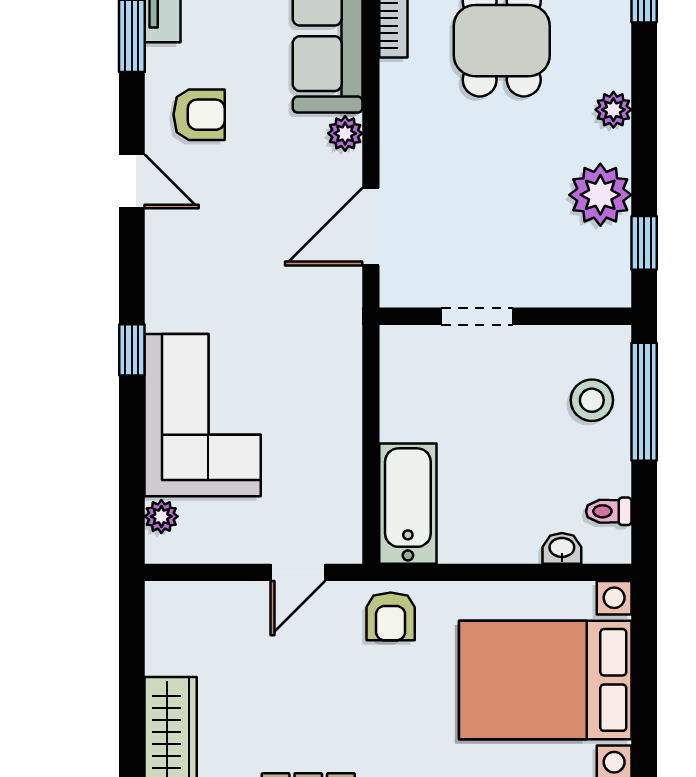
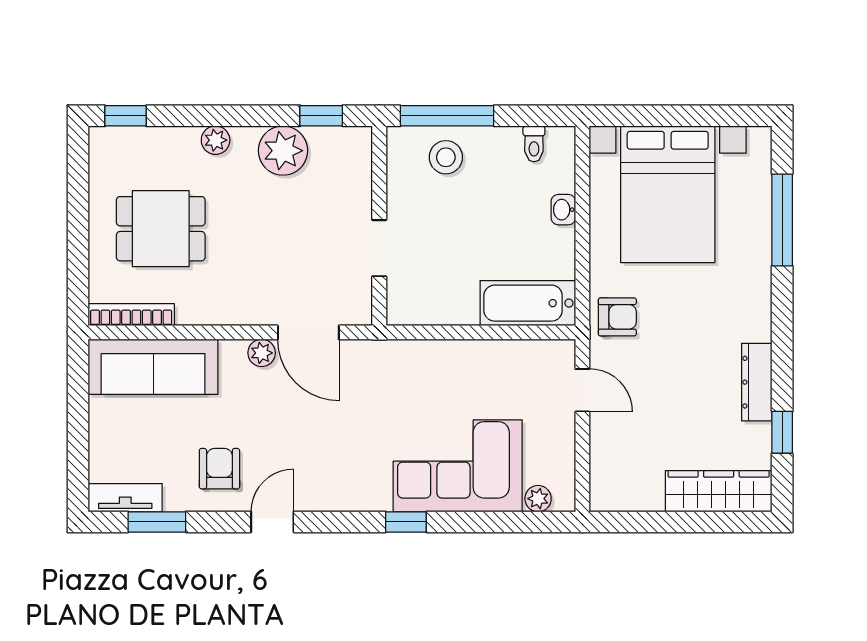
plant: (345, 133) -> (262, 353), moved
washbasin: (562, 548) -> (563, 210), moved

